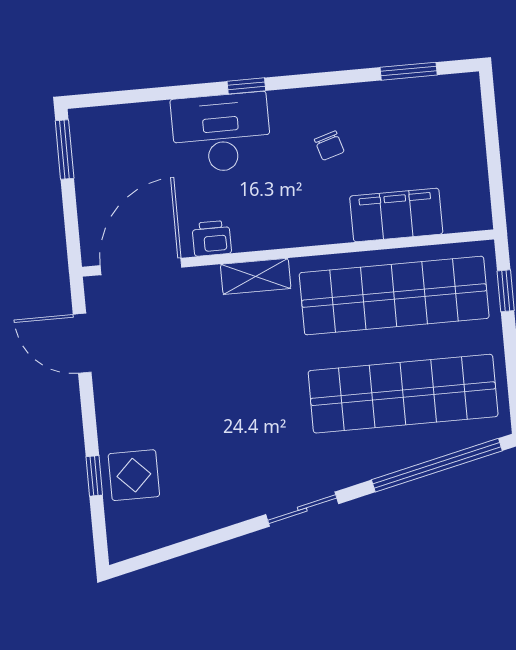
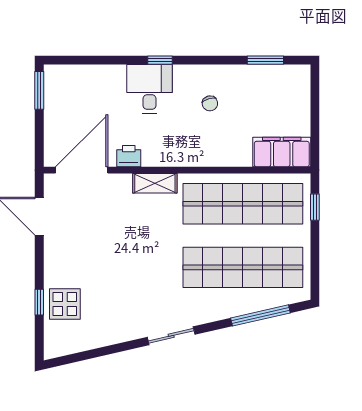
desk: (221, 133) -> (149, 89), width x0.73
filing cabinet: (396, 215) -> (282, 152), moved
window: (437, 465) -> (260, 315), width x0.68

